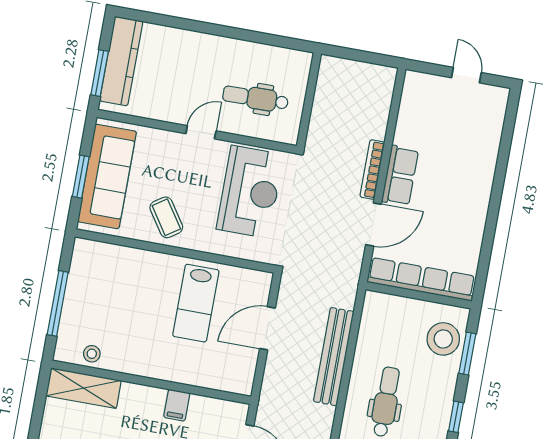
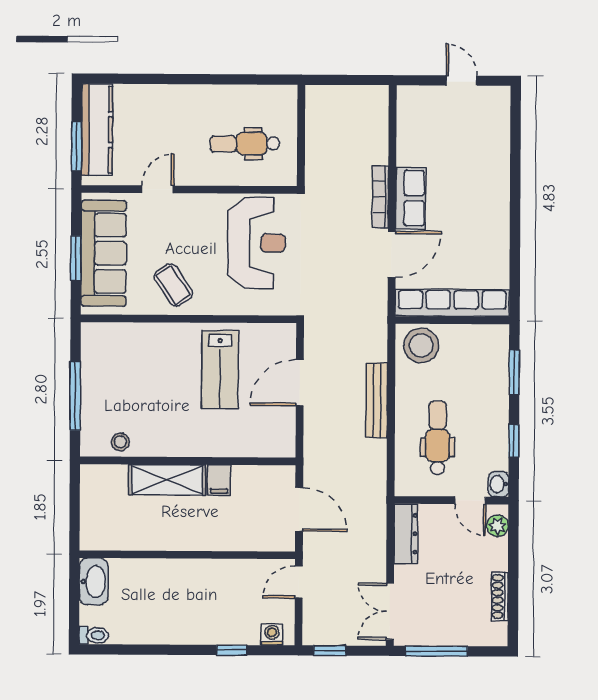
door: (201, 132) -> (158, 189), moved
stool: (443, 339) -> (421, 345), moved
bench: (334, 357) -> (377, 400), width x0.73, depth x0.82
shelving: (84, 388) -> (167, 480), moved

